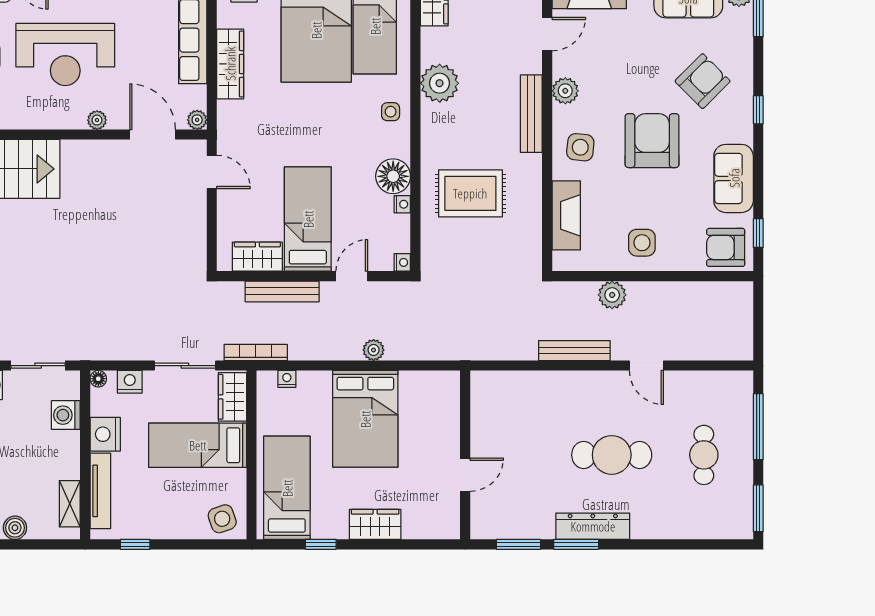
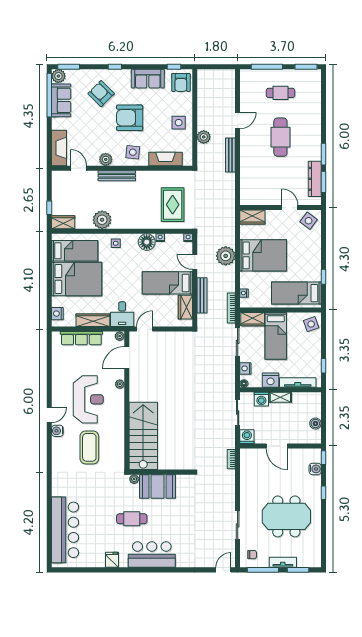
desk: (243, 125) -> (122, 314), added
rug: (470, 193) -> (173, 205), moved
plant: (374, 350) -> (226, 256), width x1.88, depth x1.88
shelving: (70, 504) -> (280, 397), moved
side table: (437, 513) -> (309, 221), added
wardrobe: (375, 524) -> (252, 217), moved, turned -90
dresser: (593, 526) -> (315, 179), moved

